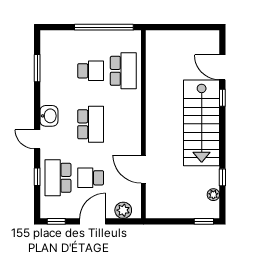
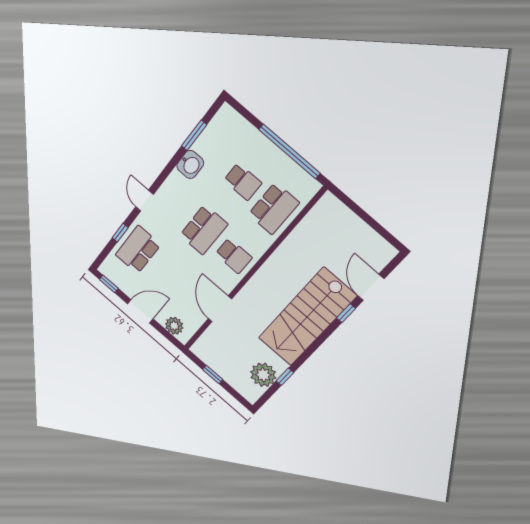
washbasin: (49, 116) -> (190, 164), moved
school desk: (91, 178) -> (234, 256), moved, turned 180
plant: (213, 195) -> (263, 375), width x1.88, depth x1.88
window: (204, 221) -> (213, 374), moved

